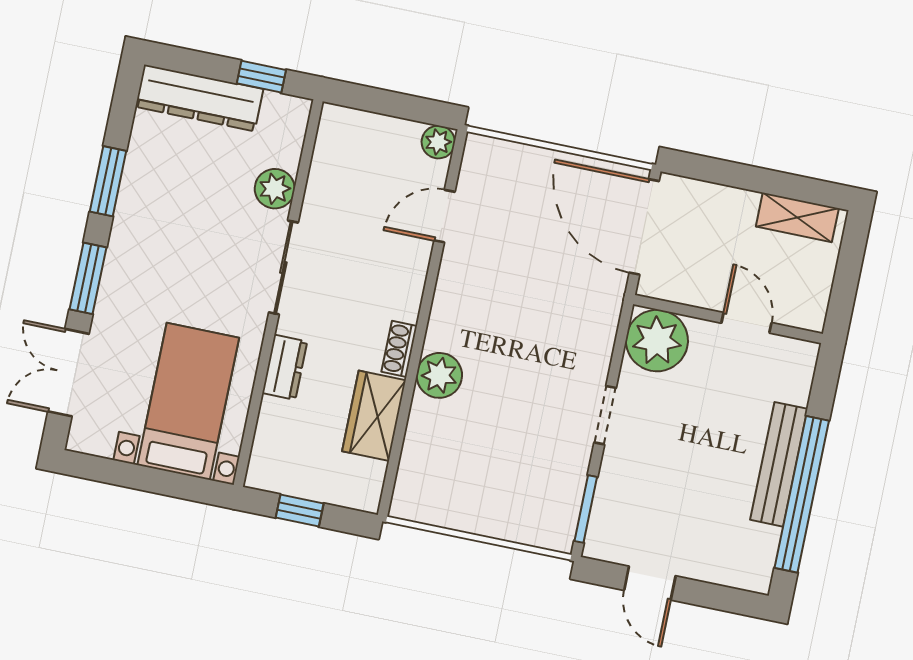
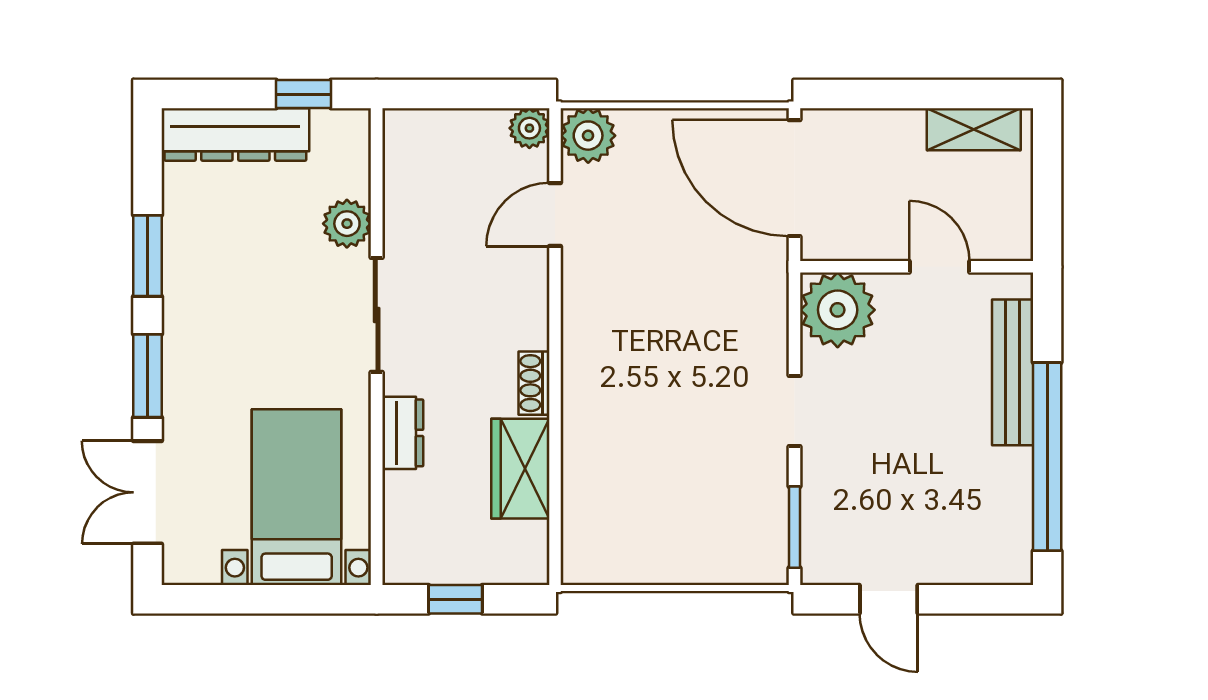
plant: (439, 375) -> (588, 136), moved
bench: (779, 464) -> (1013, 372), moved

